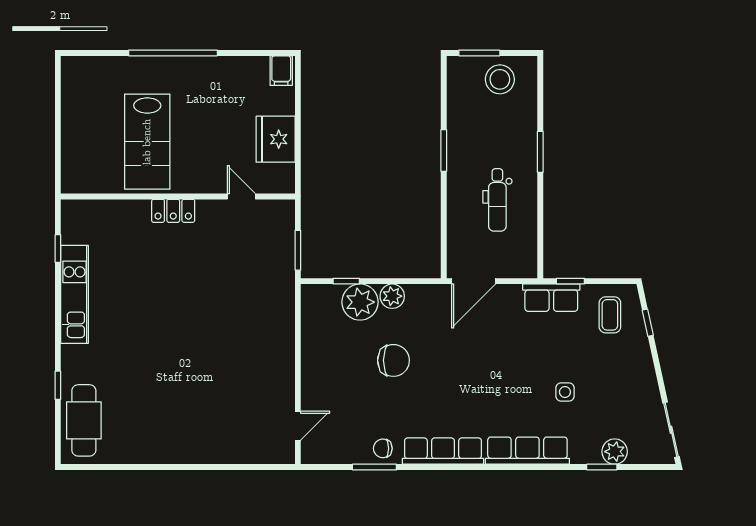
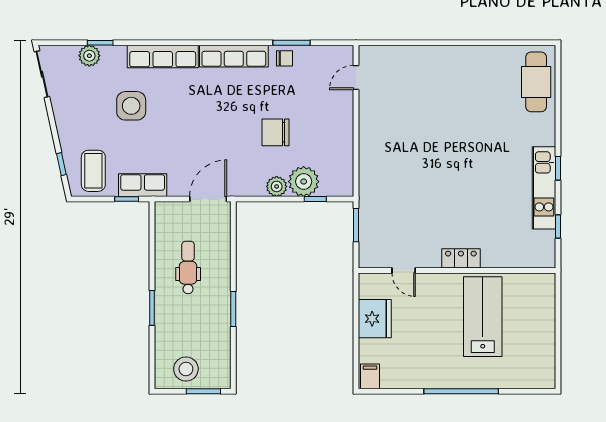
coffee table: (610, 315) -> (93, 171), width x1.36, depth x1.30
window: (58, 385) -> (558, 168), moved
side table: (565, 392) -> (131, 106), width x1.87, depth x1.87

